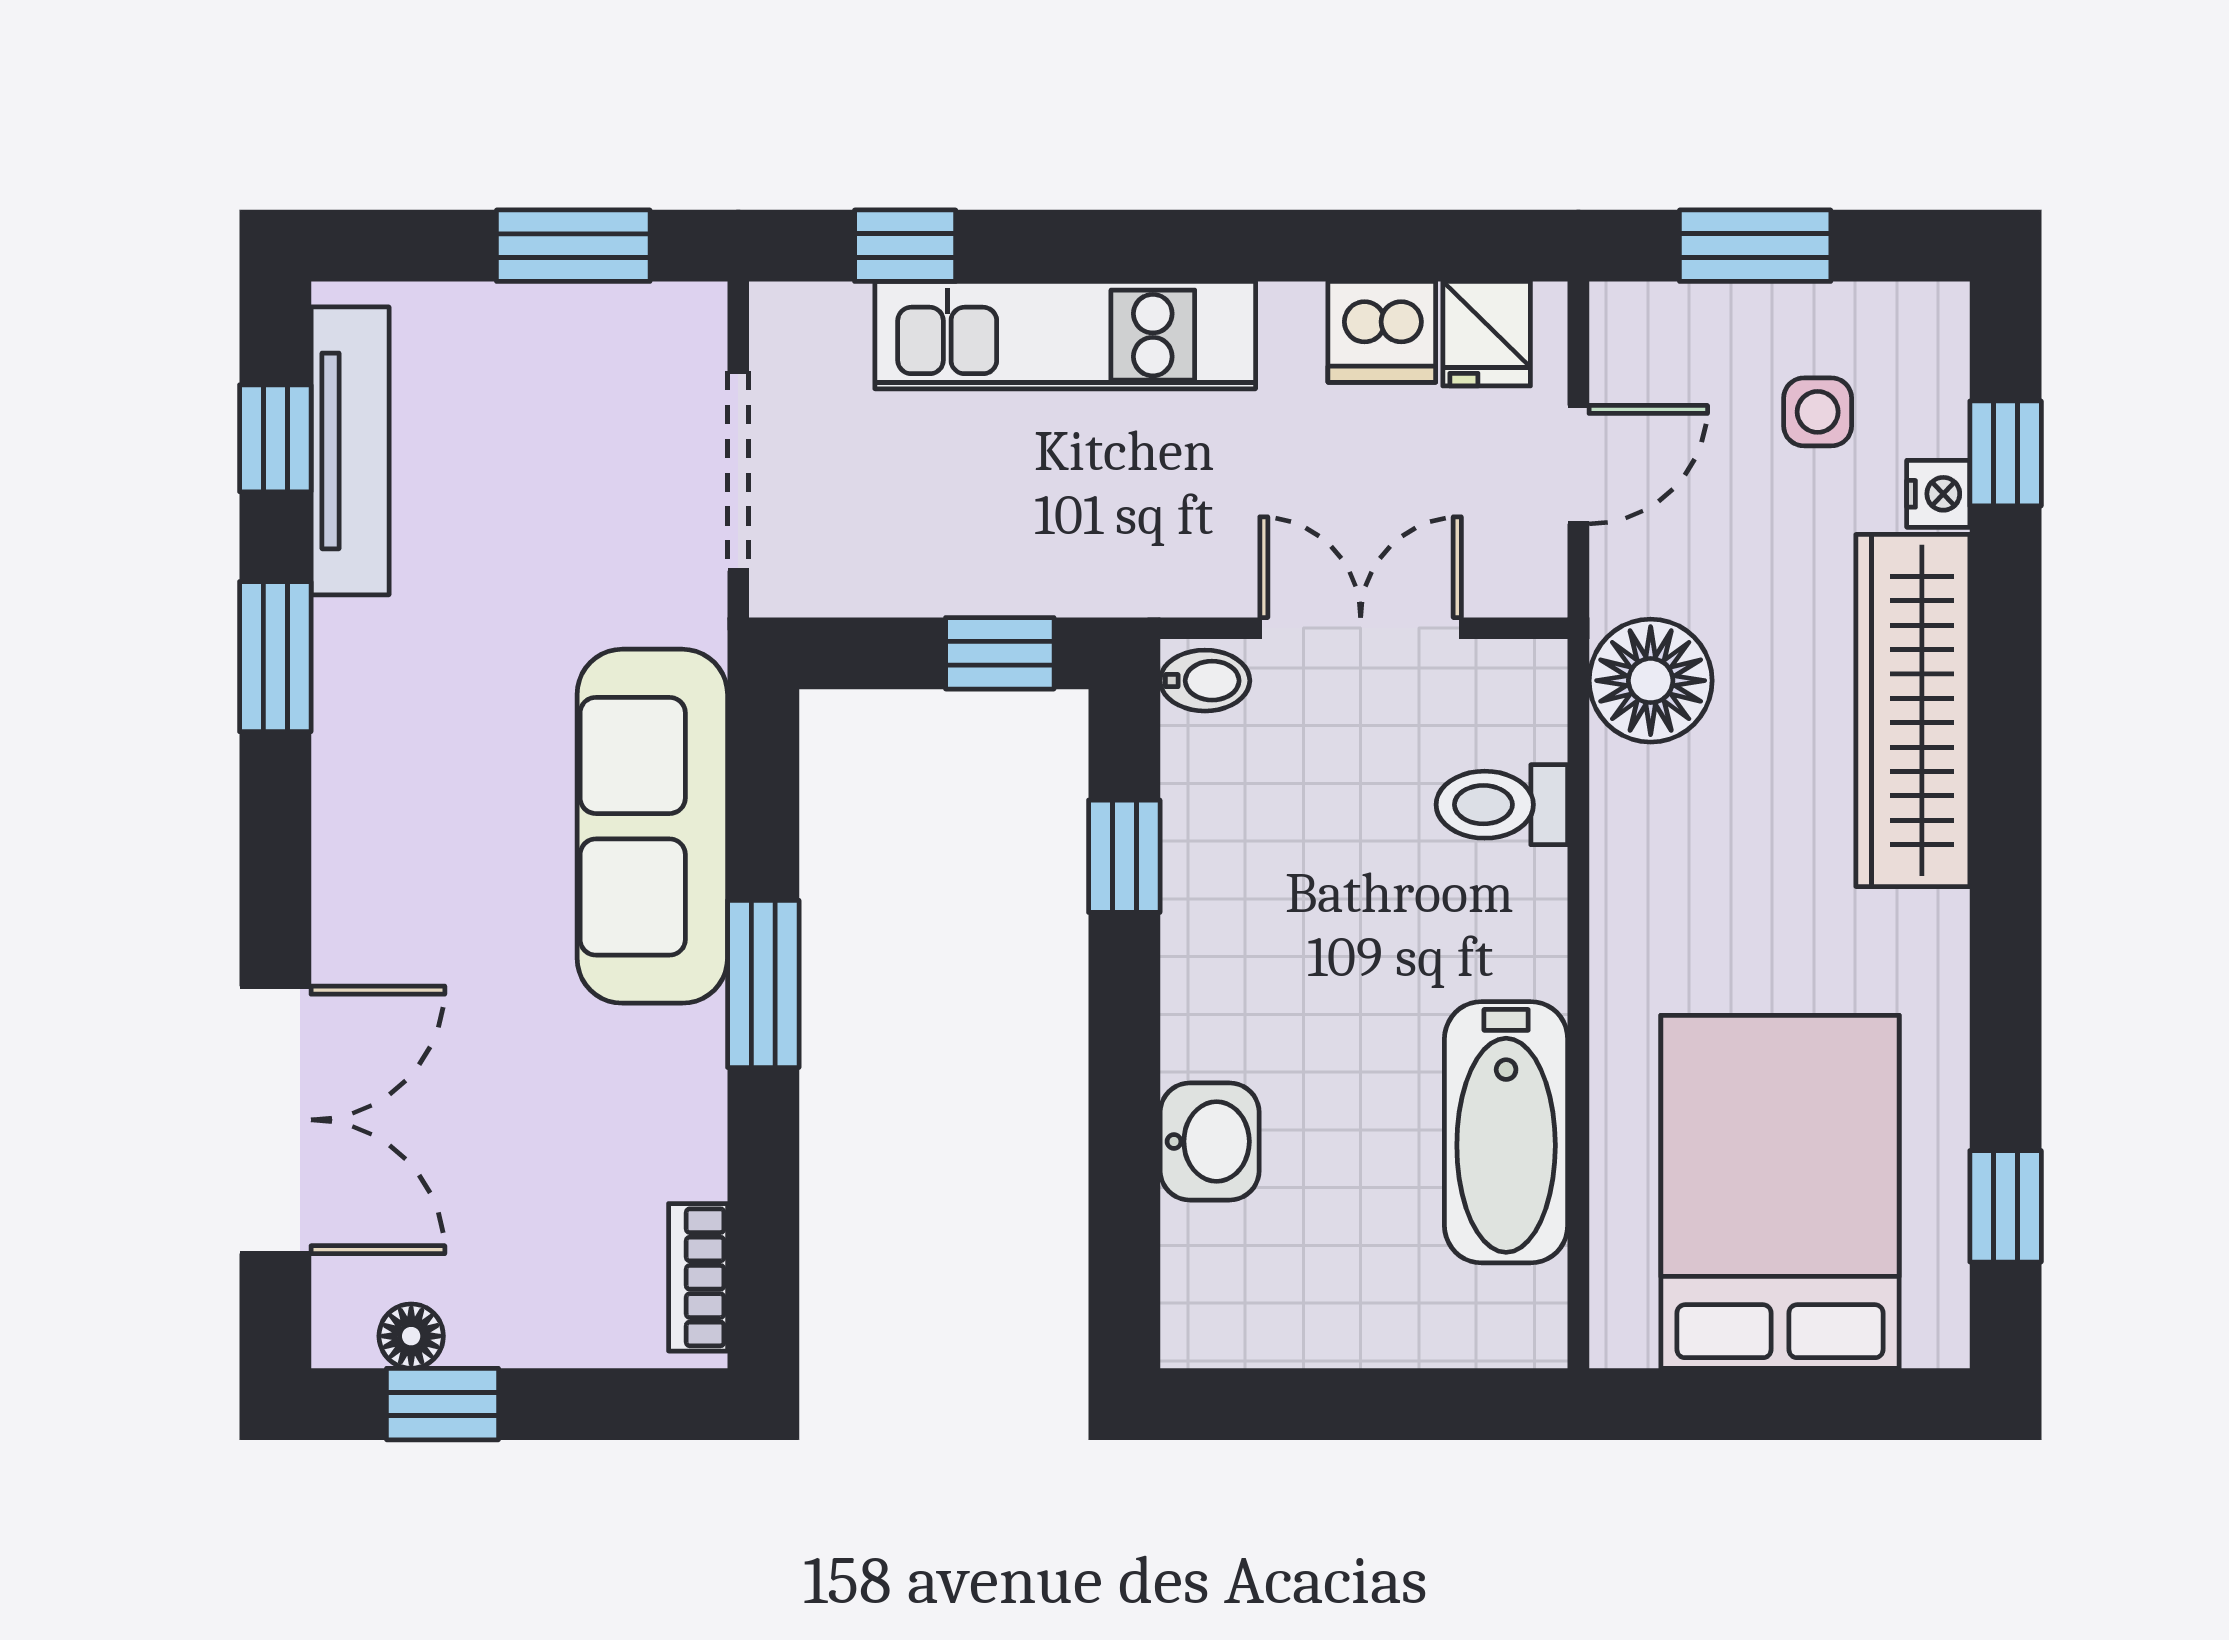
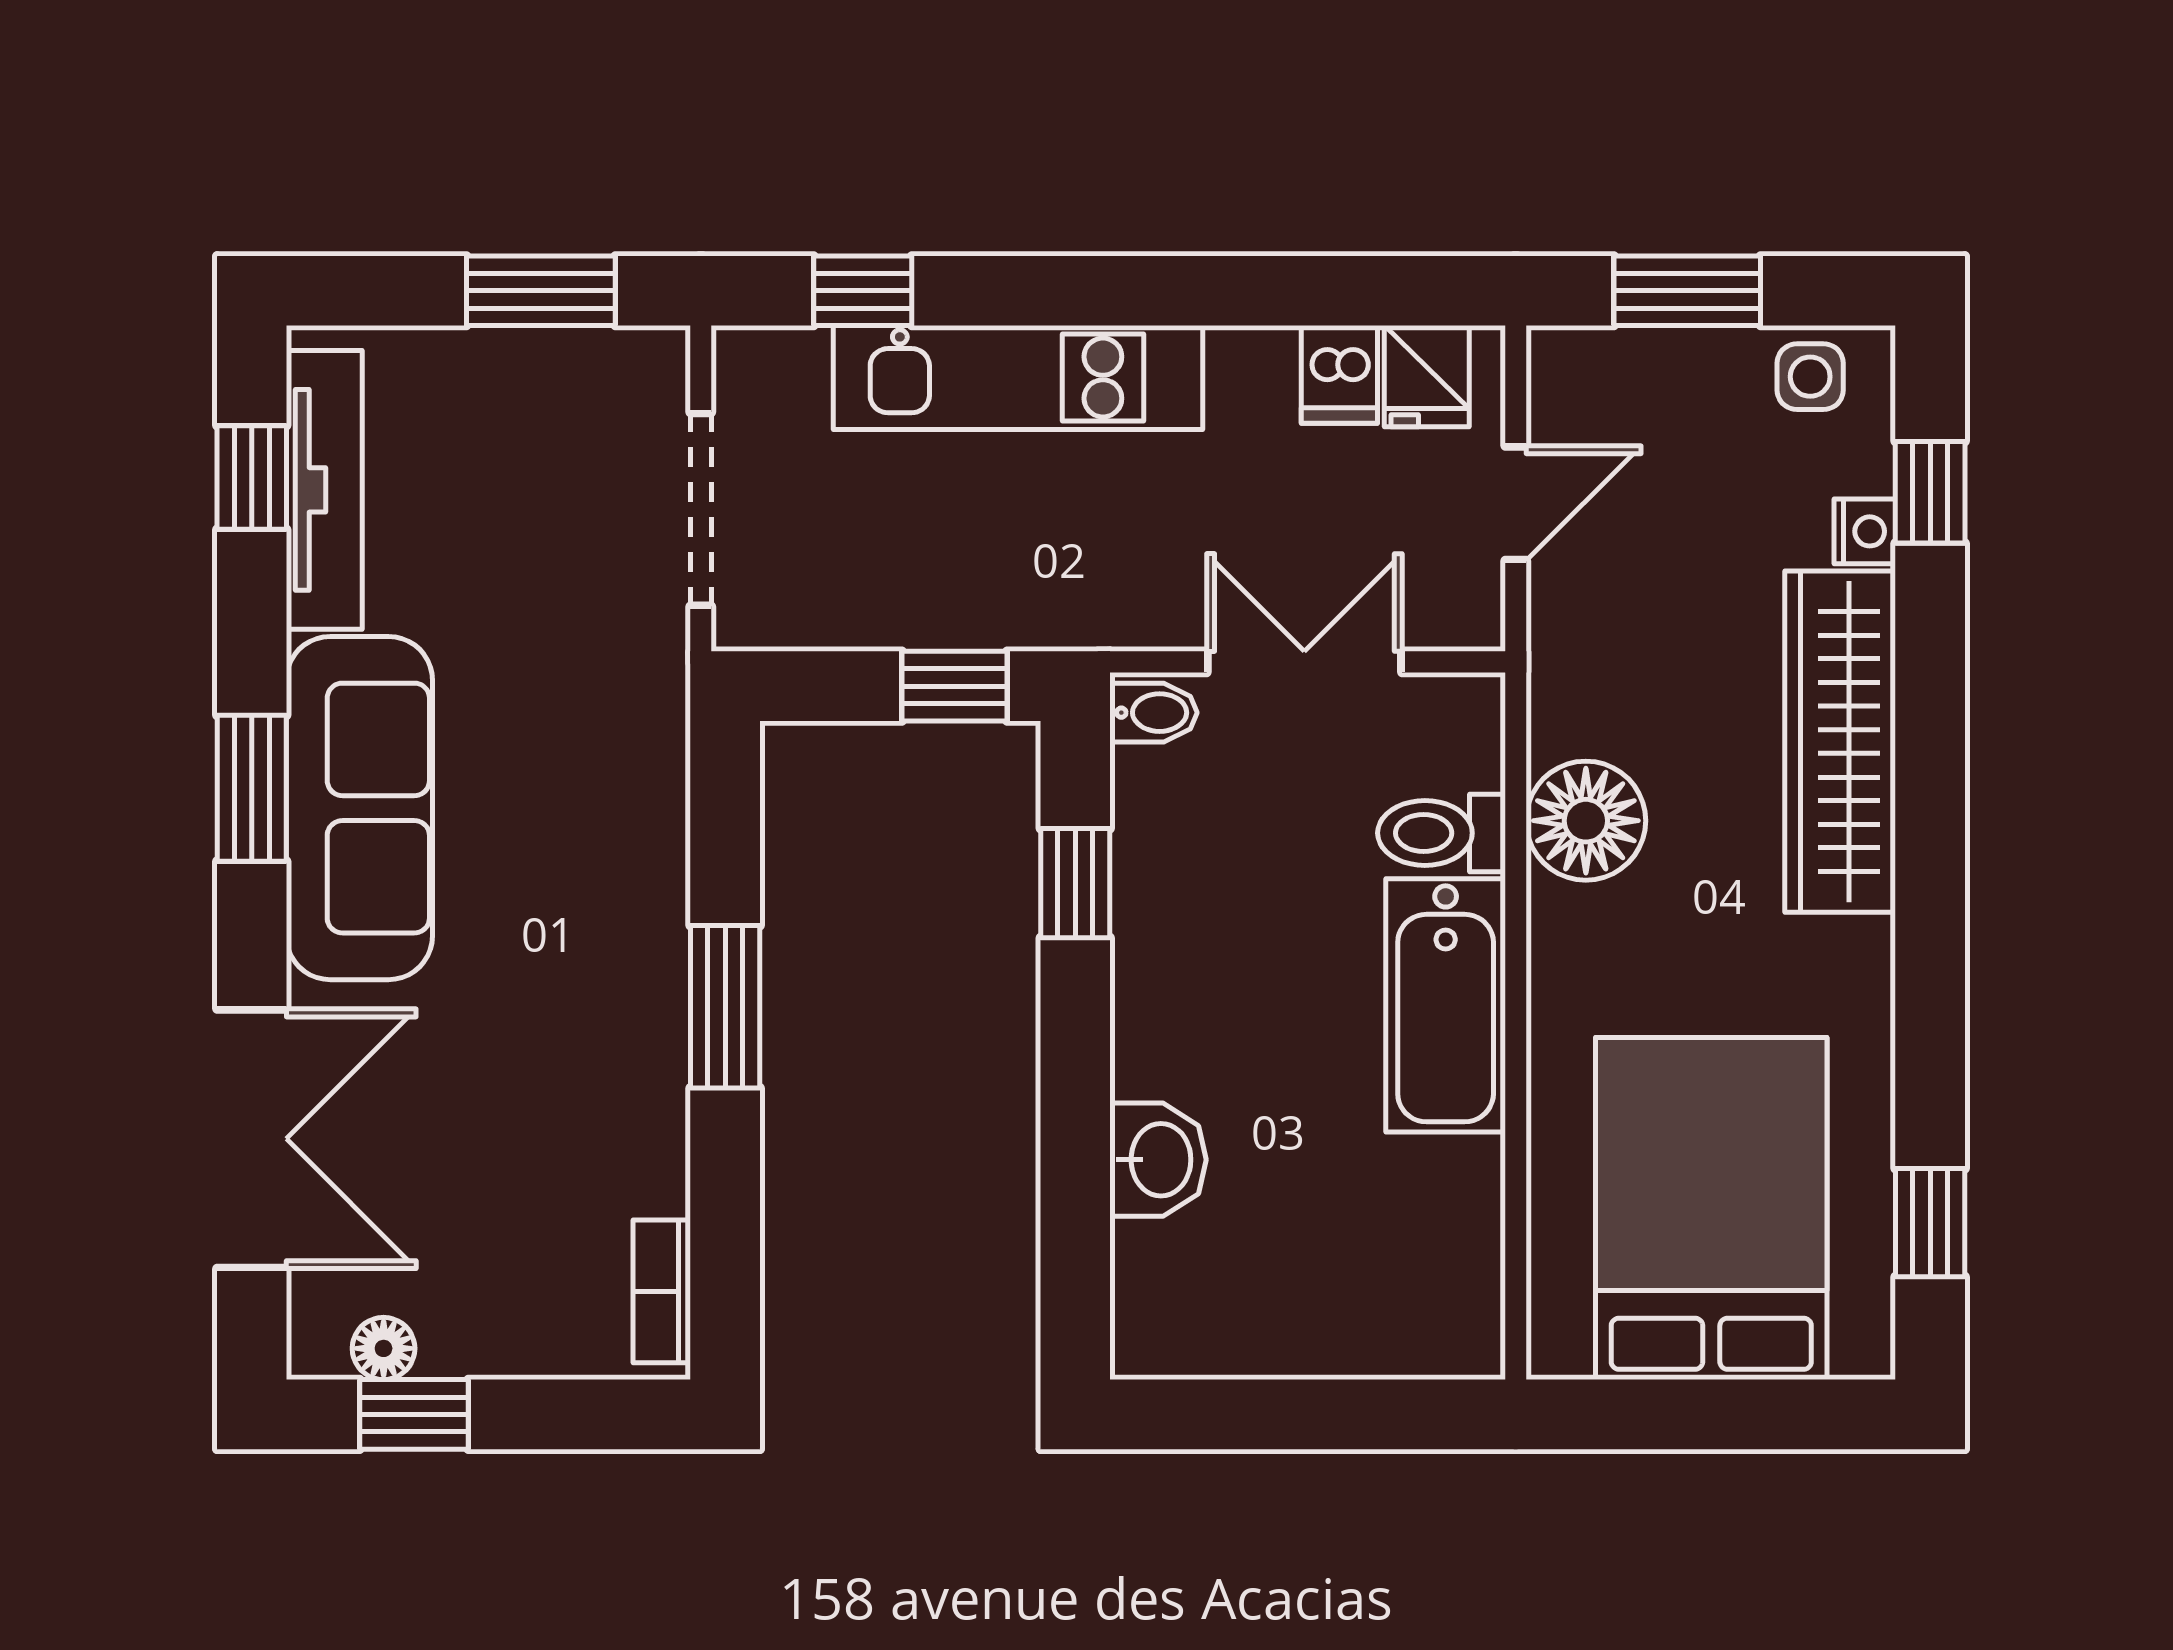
dishwasher: (1382, 332) -> (1339, 374), width x0.73
side table: (1818, 412) -> (1810, 377), moved
window: (275, 657) -> (252, 788), moved
floor lamp: (1651, 681) -> (1586, 821), moved
sofa: (652, 826) -> (359, 808), moved, turned 180
bathtub: (1506, 1132) -> (1446, 1005), moved

